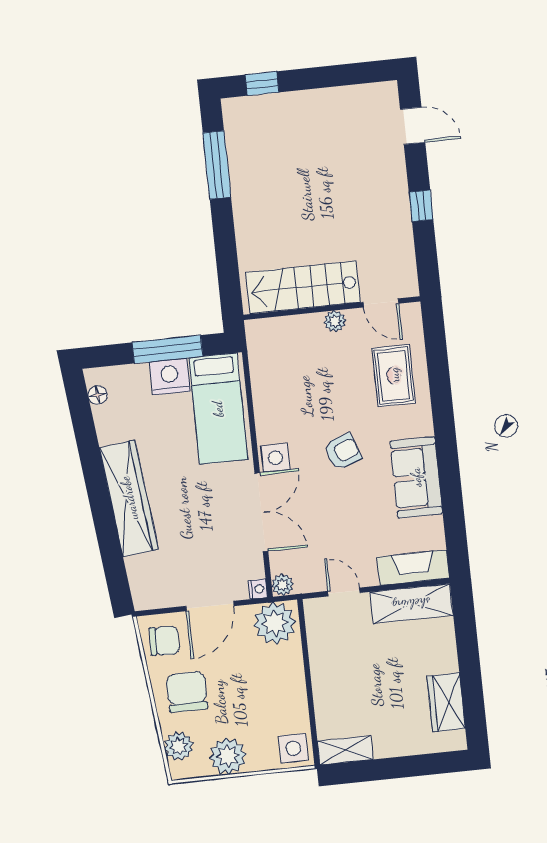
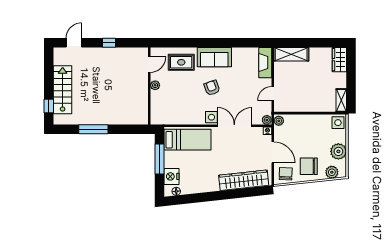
window: (217, 165) -> (93, 129), moved
stairs: (303, 287) -> (63, 90), moved, turned 180
nightstand: (170, 377) -> (172, 176), moved
sofa: (416, 477) -> (214, 57), moved
wardrobe: (129, 498) -> (244, 180), moved
shelving: (411, 604) -> (291, 54), moved, turned 90
plant: (275, 623) -> (279, 121), width x0.53, depth x0.53
wardrobe: (446, 702) -> (339, 60), moved, turned 90

